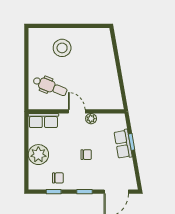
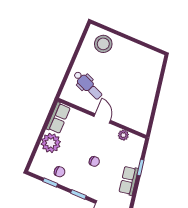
stool: (62, 48) -> (103, 44), moved
plant: (91, 119) -> (123, 135), moved
row of seats: (43, 120) -> (58, 118), moved, turned -90
row of seats: (123, 144) -> (129, 181), moved

